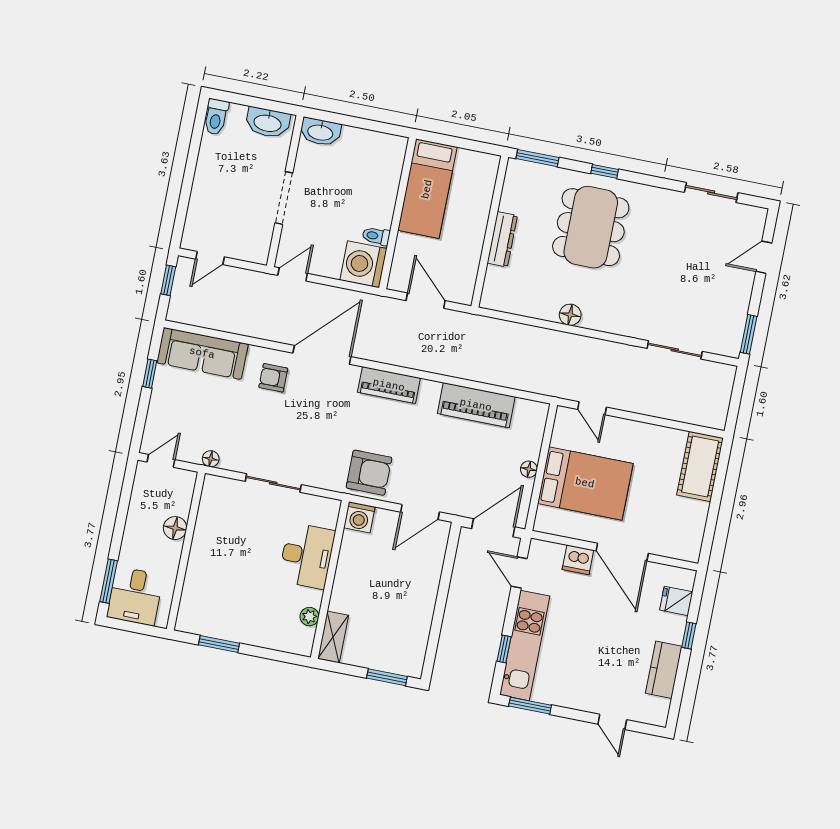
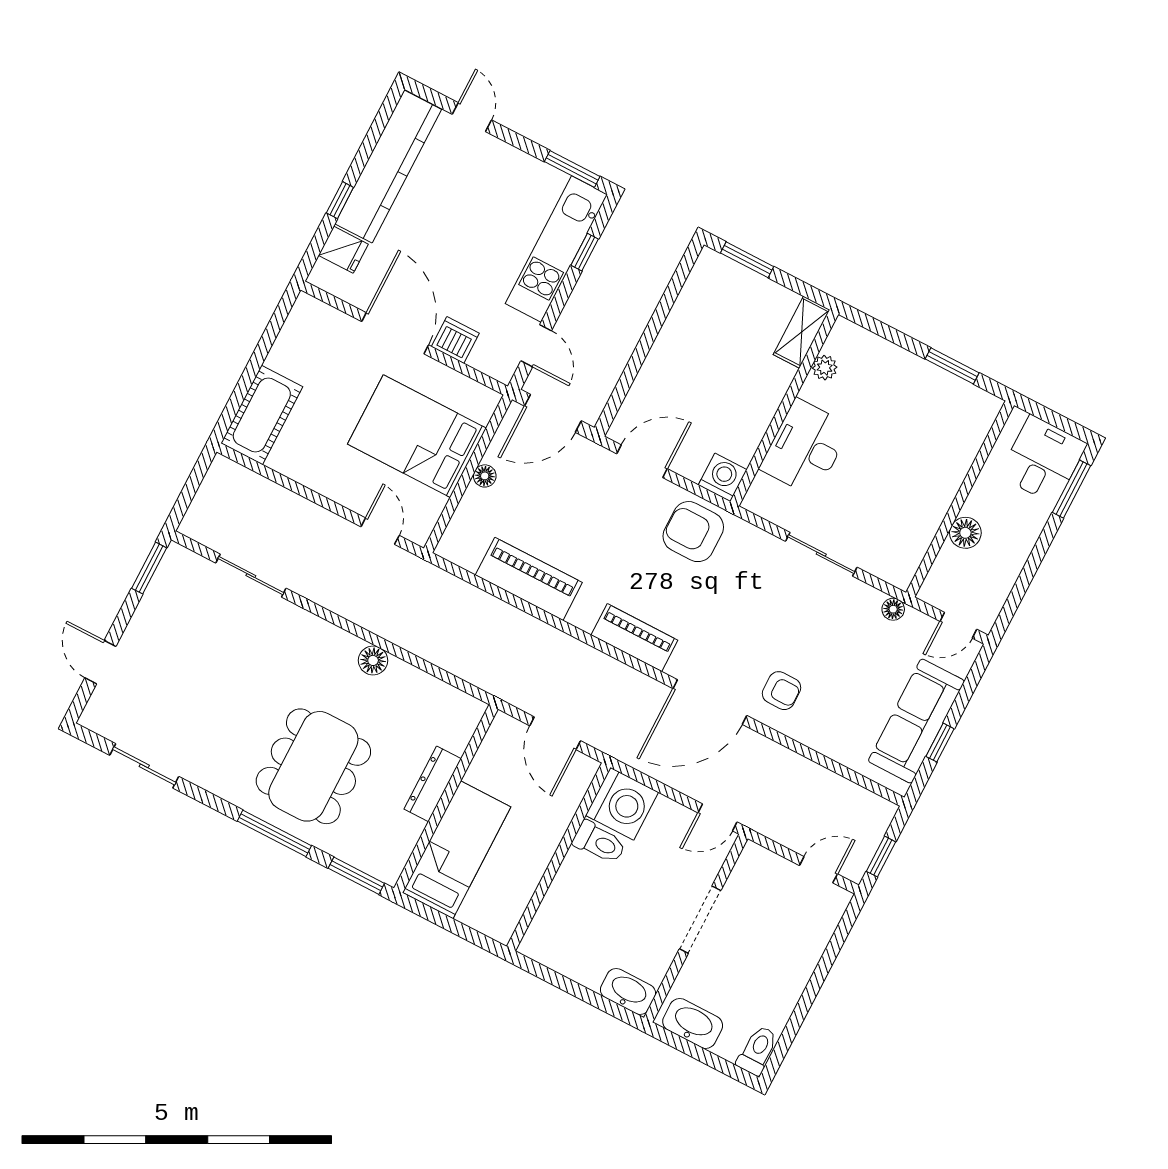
window: (605, 171) -> (274, 833), width x2.17
bed: (427, 189) -> (457, 850), moved
toilet: (376, 236) -> (599, 842), width x1.37, depth x1.39
door: (764, 257) -> (100, 662), swing flipped
sofa: (202, 353) -> (916, 721), moved, turned -90
kitchen counter: (664, 670) -> (388, 167), width x2.08, depth x1.17

